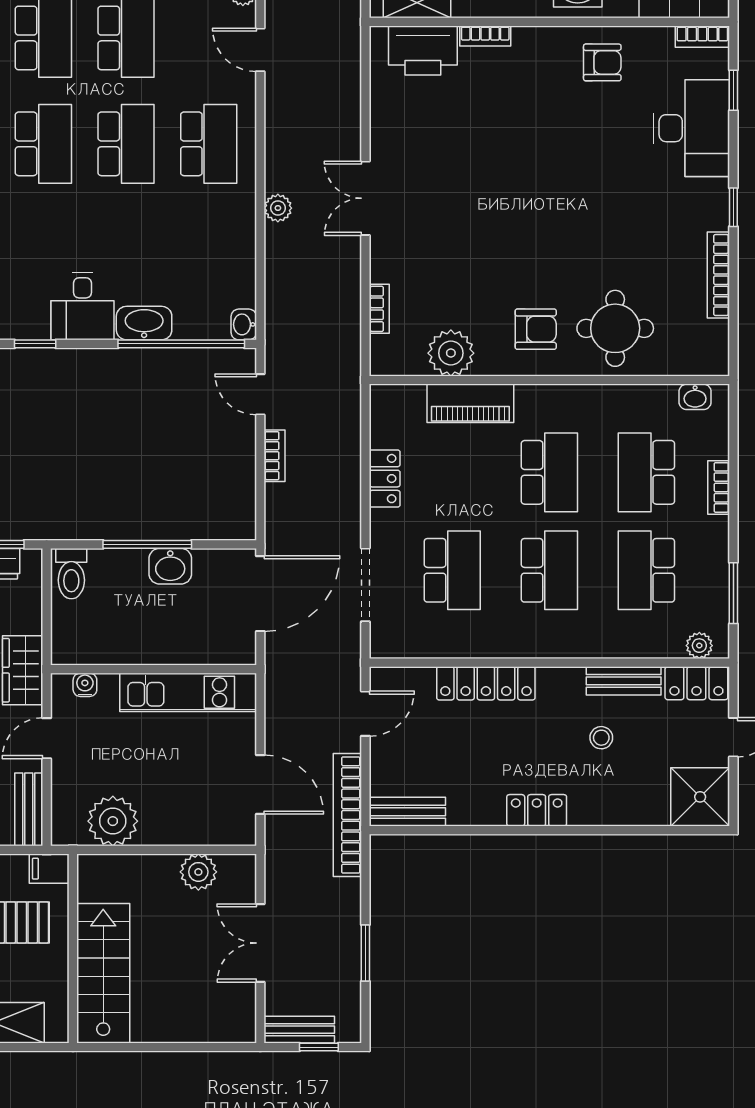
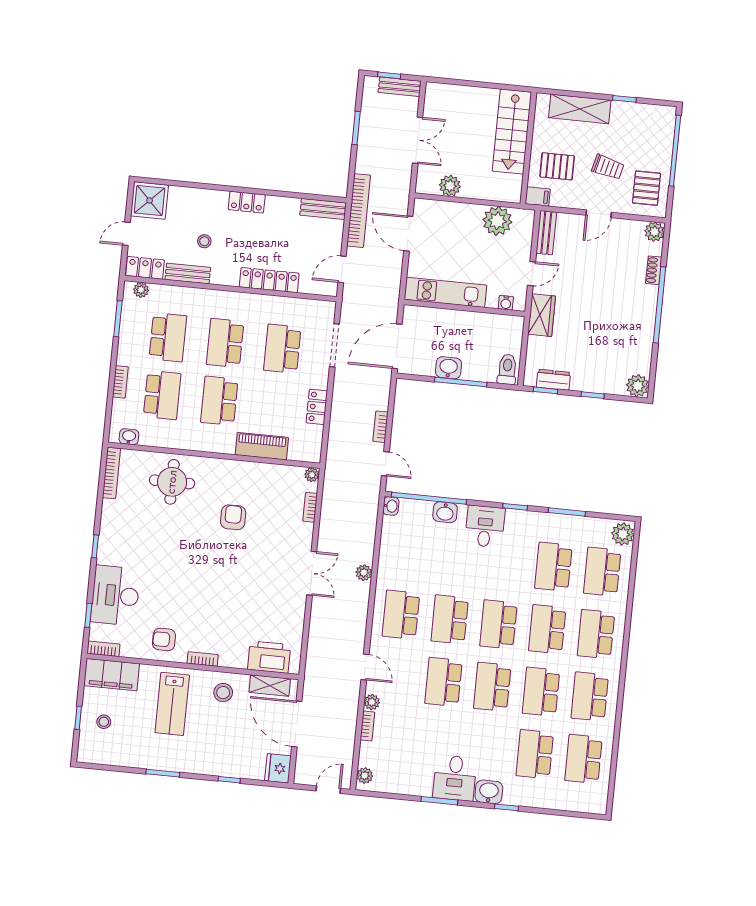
bookcase: (485, 36) -> (203, 659), moved
bookcase: (718, 275) -> (111, 473), moved
washbasin: (144, 323) -> (445, 512), width x0.72
armchair: (536, 329) -> (233, 517), moved, turned 90
plant: (451, 353) -> (312, 475), moved, width x0.53, depth x0.53

